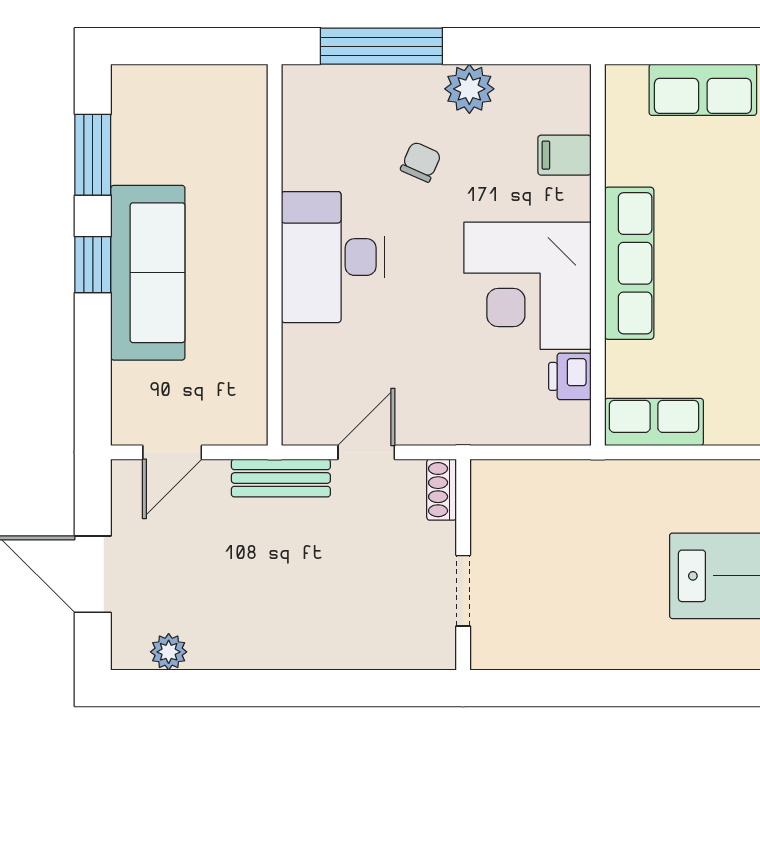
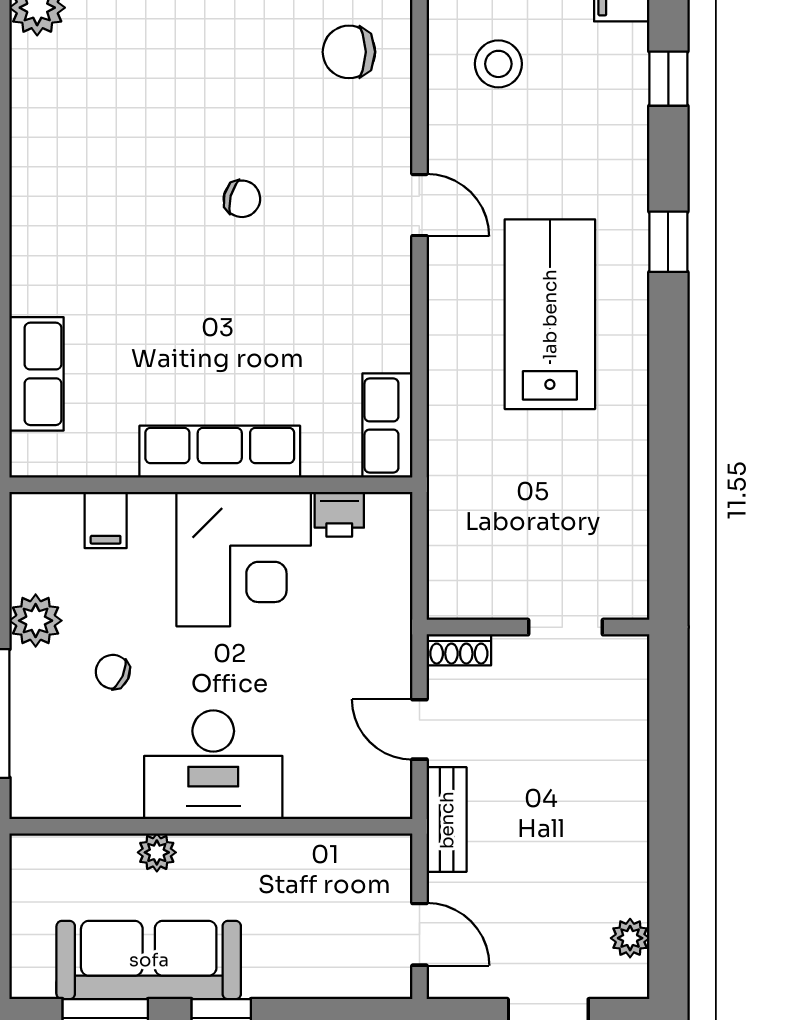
plant: (250, 204) -> (157, 852), added
sofa: (148, 273) -> (149, 960), moved

